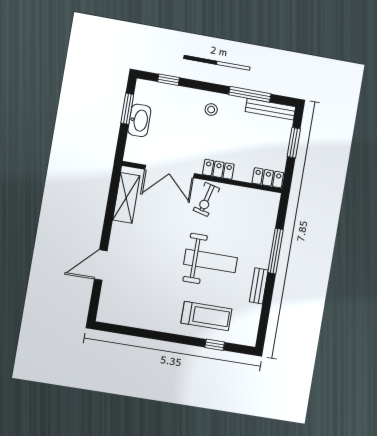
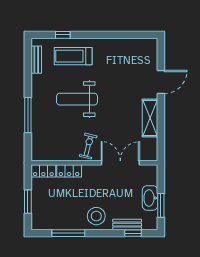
bench: (270, 109) -> (127, 225), moved, width x0.73
stool: (211, 110) -> (96, 216), width x1.89, depth x1.89
locker: (218, 169) -> (69, 171), moved
shelving: (126, 198) -> (150, 118), moved
bench: (259, 286) -> (36, 60), moved

